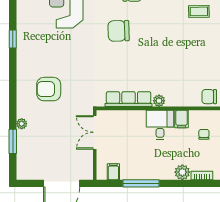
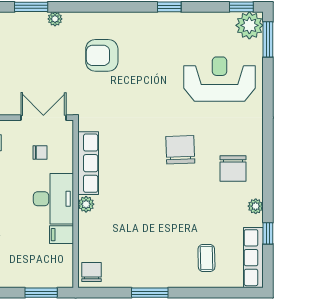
armchair: (49, 89) -> (102, 55), turned -90
desk: (160, 125) -> (53, 199), width x1.37
chair: (204, 134) -> (40, 152), moved

